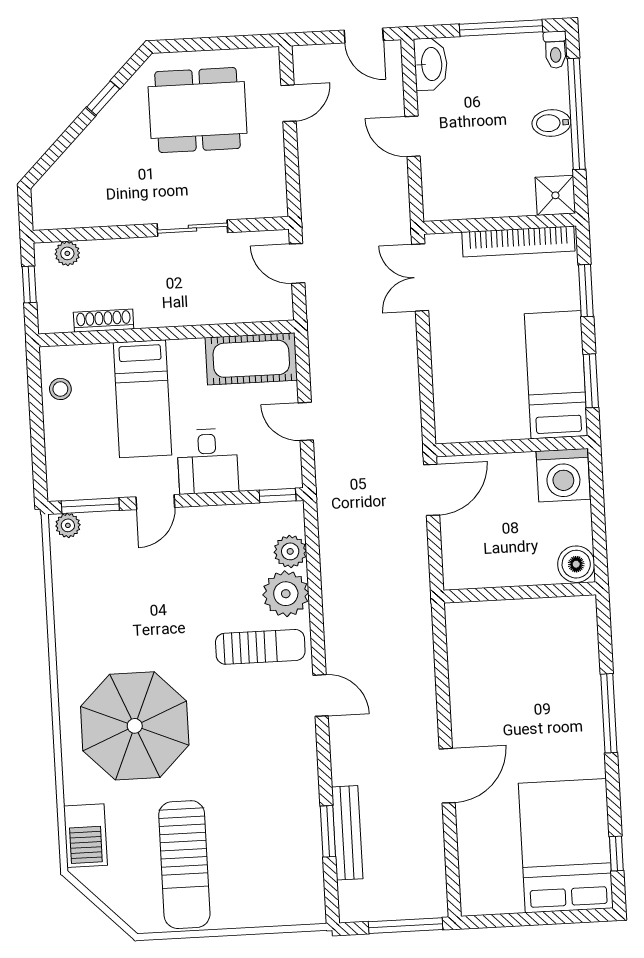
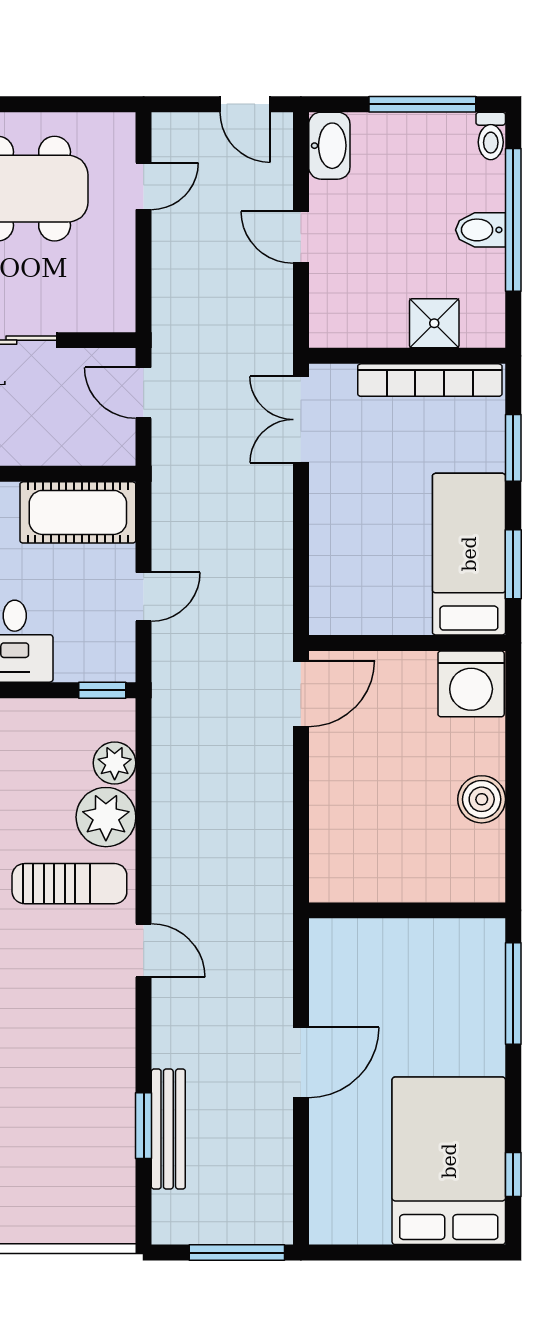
shower: (555, 195) -> (434, 323), moved
door: (306, 421) -> (144, 597), swing flipped
wall: (520, 592) -> (407, 910), moved

